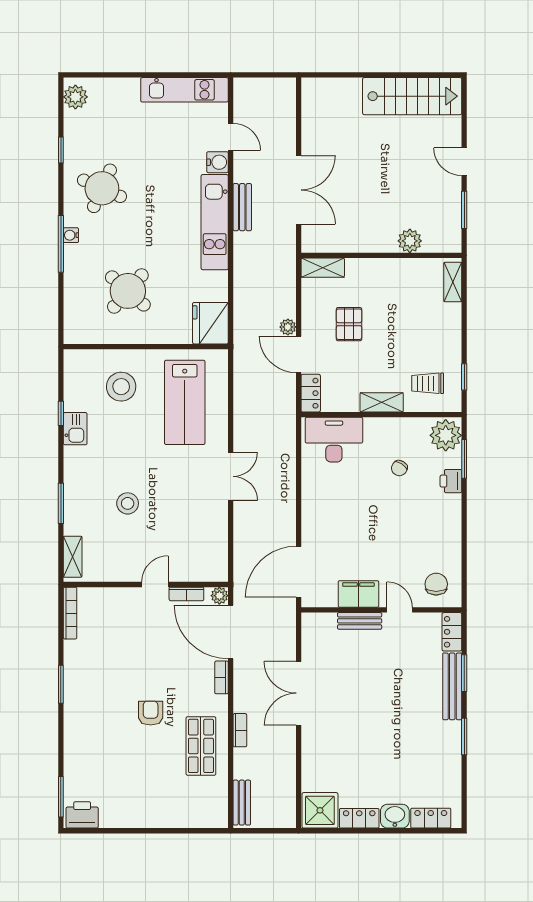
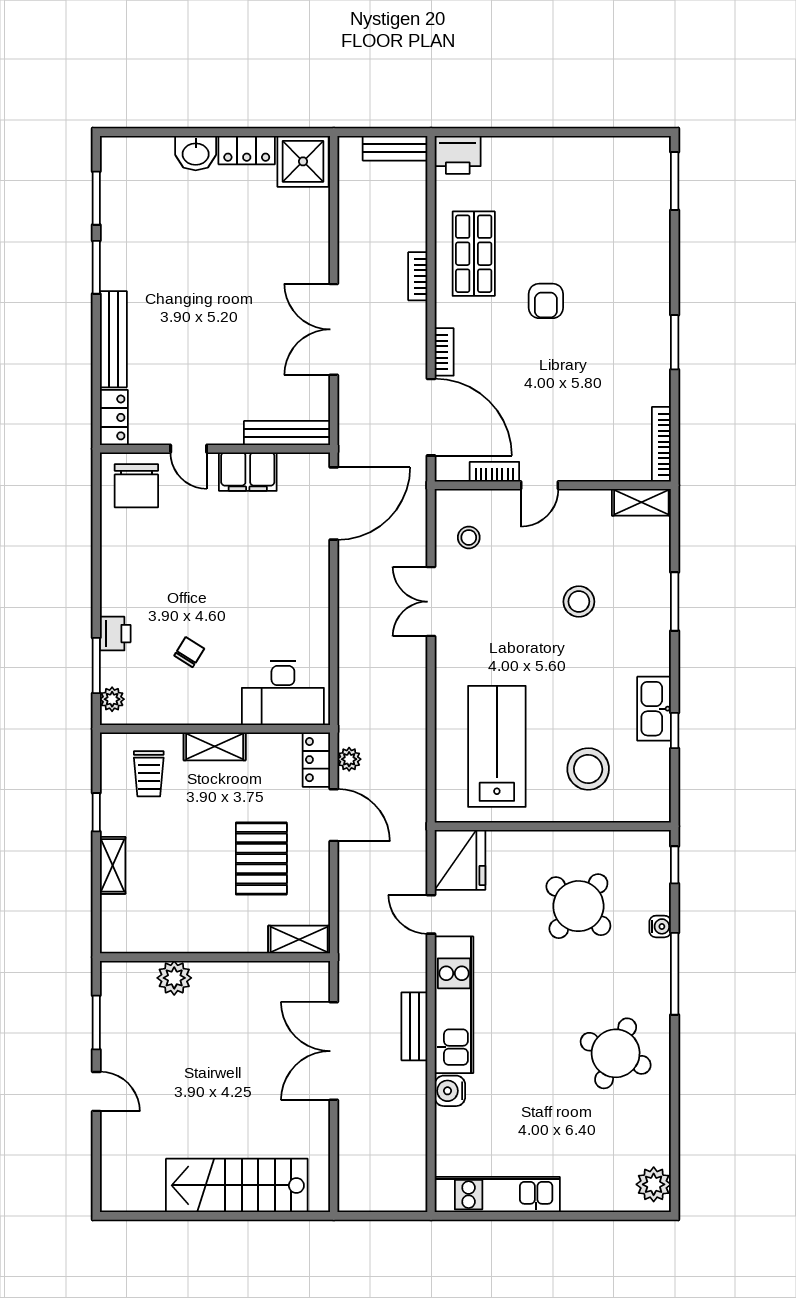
stairs: (412, 96) -> (237, 1185), moved
door: (231, 137) -> (431, 914), moved
window: (61, 150) -> (675, 865), moved
water cooler: (71, 235) -> (660, 926), moved
shelving: (453, 282) -> (113, 865), moved
pallet: (349, 324) -> (261, 858), width x1.50, depth x1.42
plant: (288, 327) -> (349, 759), moved
window: (464, 377) -> (96, 812), moved
trolley: (428, 383) -> (149, 774), turned 90
kitchen sink: (75, 429) -> (654, 709), width x1.38
plant: (446, 435) -> (112, 699), width x0.53, depth x0.53
double door: (231, 476) -> (431, 602), moved
stool: (204, 548) -> (469, 537), added
shelving: (73, 557) -> (641, 502), moved, turned 90
chair: (436, 584) -> (136, 486), width x1.37, depth x1.37
plant: (219, 596) -> (447, 469), removed
bench: (360, 621) -> (287, 433), moved, width x1.36
window: (464, 673) -> (96, 198), moved
double door: (299, 693) -> (334, 329), swing flipped
bench: (242, 803) -> (395, 148), moved, turned 90
printer: (82, 815) -> (458, 155), moved
locker: (431, 818) -> (144, 150), removed

